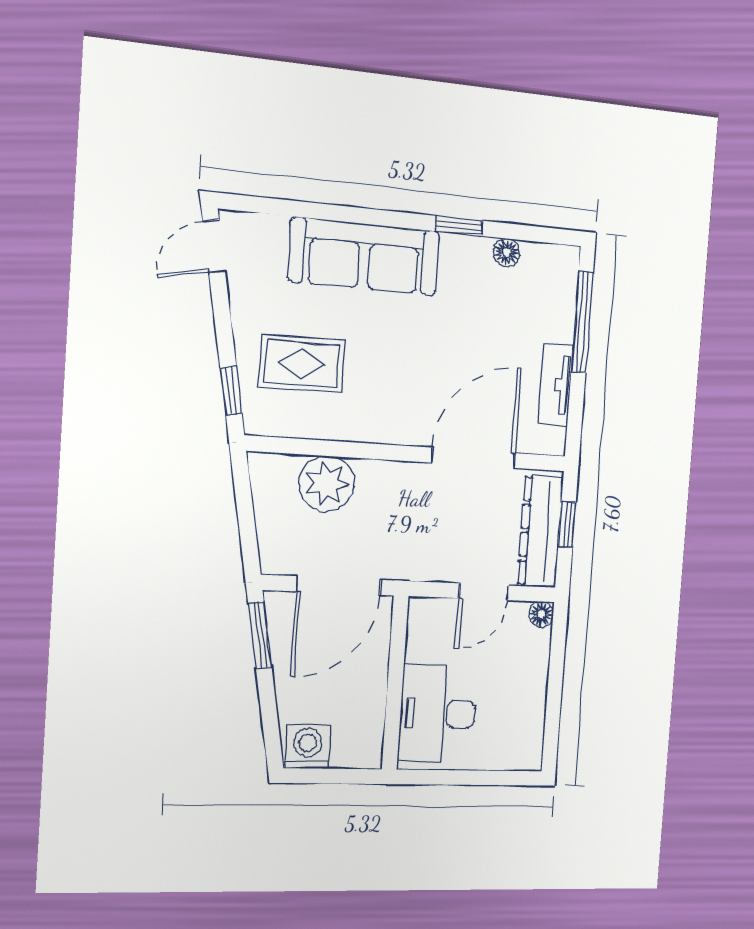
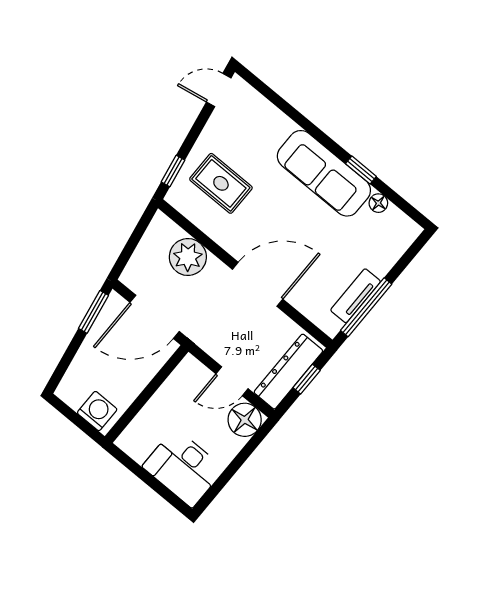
sofa: (364, 256) -> (324, 173), moved
window: (582, 322) -> (366, 307), moved
door: (473, 458) -> (258, 284), moved
floor lamp: (541, 614) -> (245, 420), width x1.89, depth x1.89
desk: (438, 714) -> (183, 468), moved, turned -90
washing machine: (308, 747) -> (97, 411), moved

